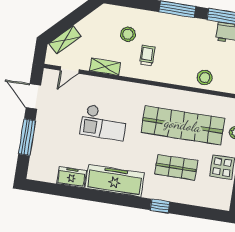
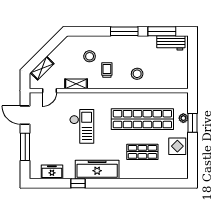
stool: (205, 78) -> (137, 74), moved
checkout: (104, 122) -> (82, 126), turned -90
freezer: (72, 177) -> (52, 172), moved
window: (160, 206) -> (78, 183), moved

